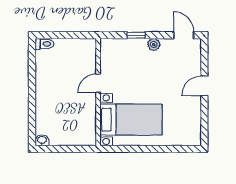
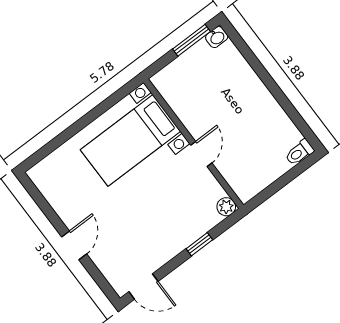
plant: (154, 45) -> (226, 207), moved
window: (57, 149) -> (192, 40), added

